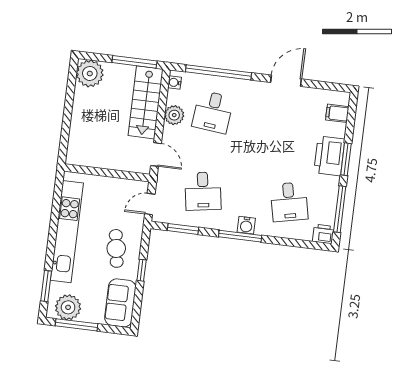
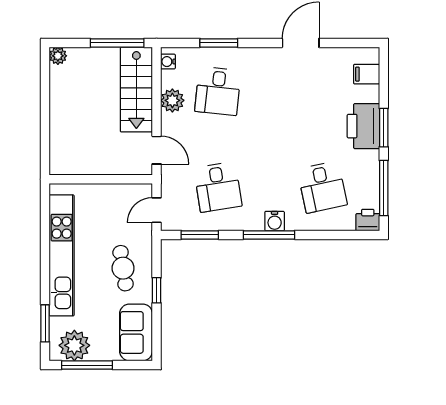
window: (218, 72) -> (219, 43), width x0.47
plant: (90, 73) -> (58, 56), width x0.53, depth x0.53

